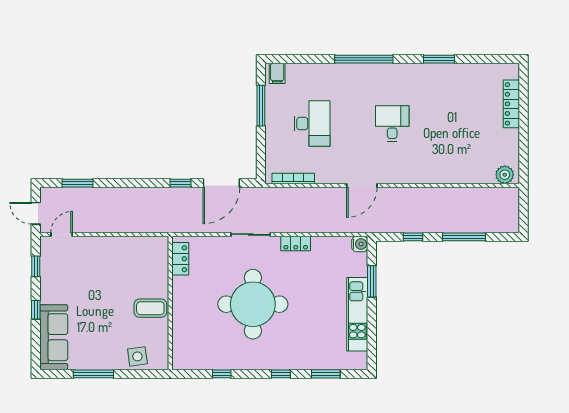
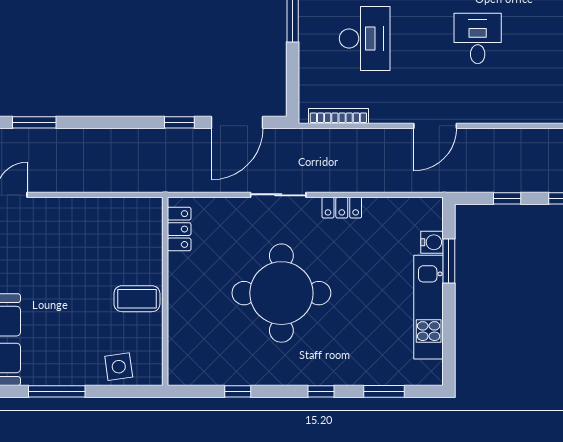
water cooler: (360, 244) -> (432, 242), moved

